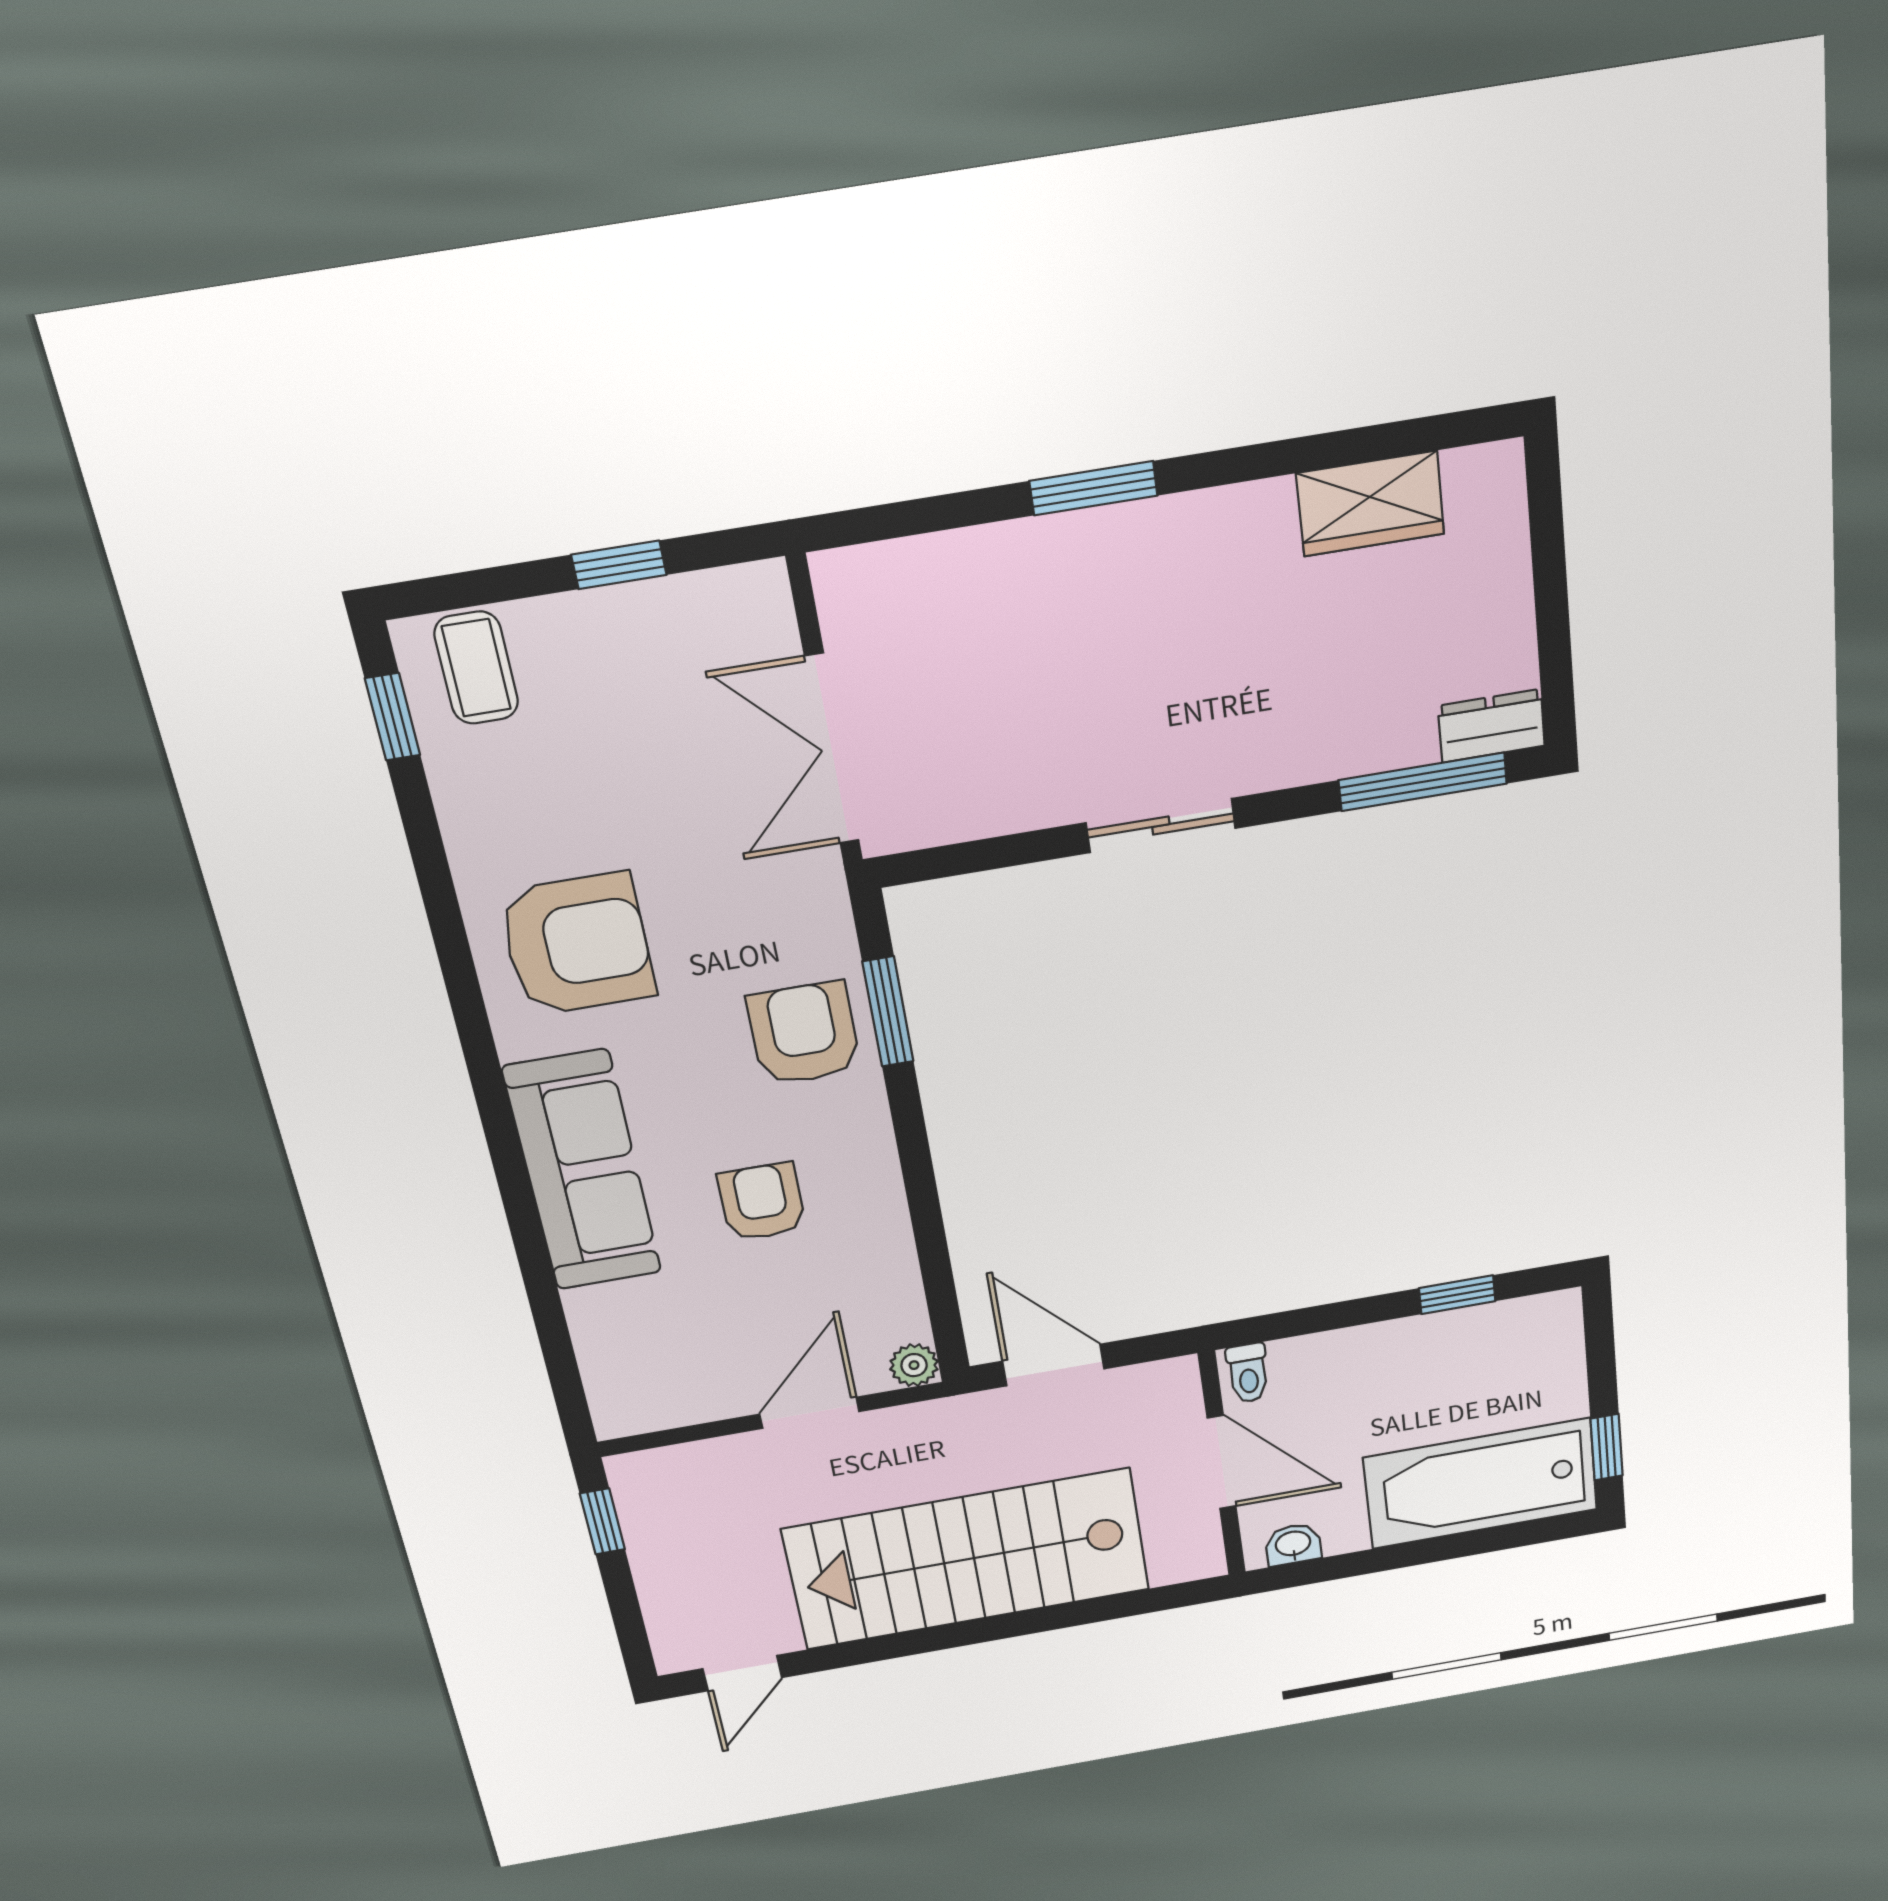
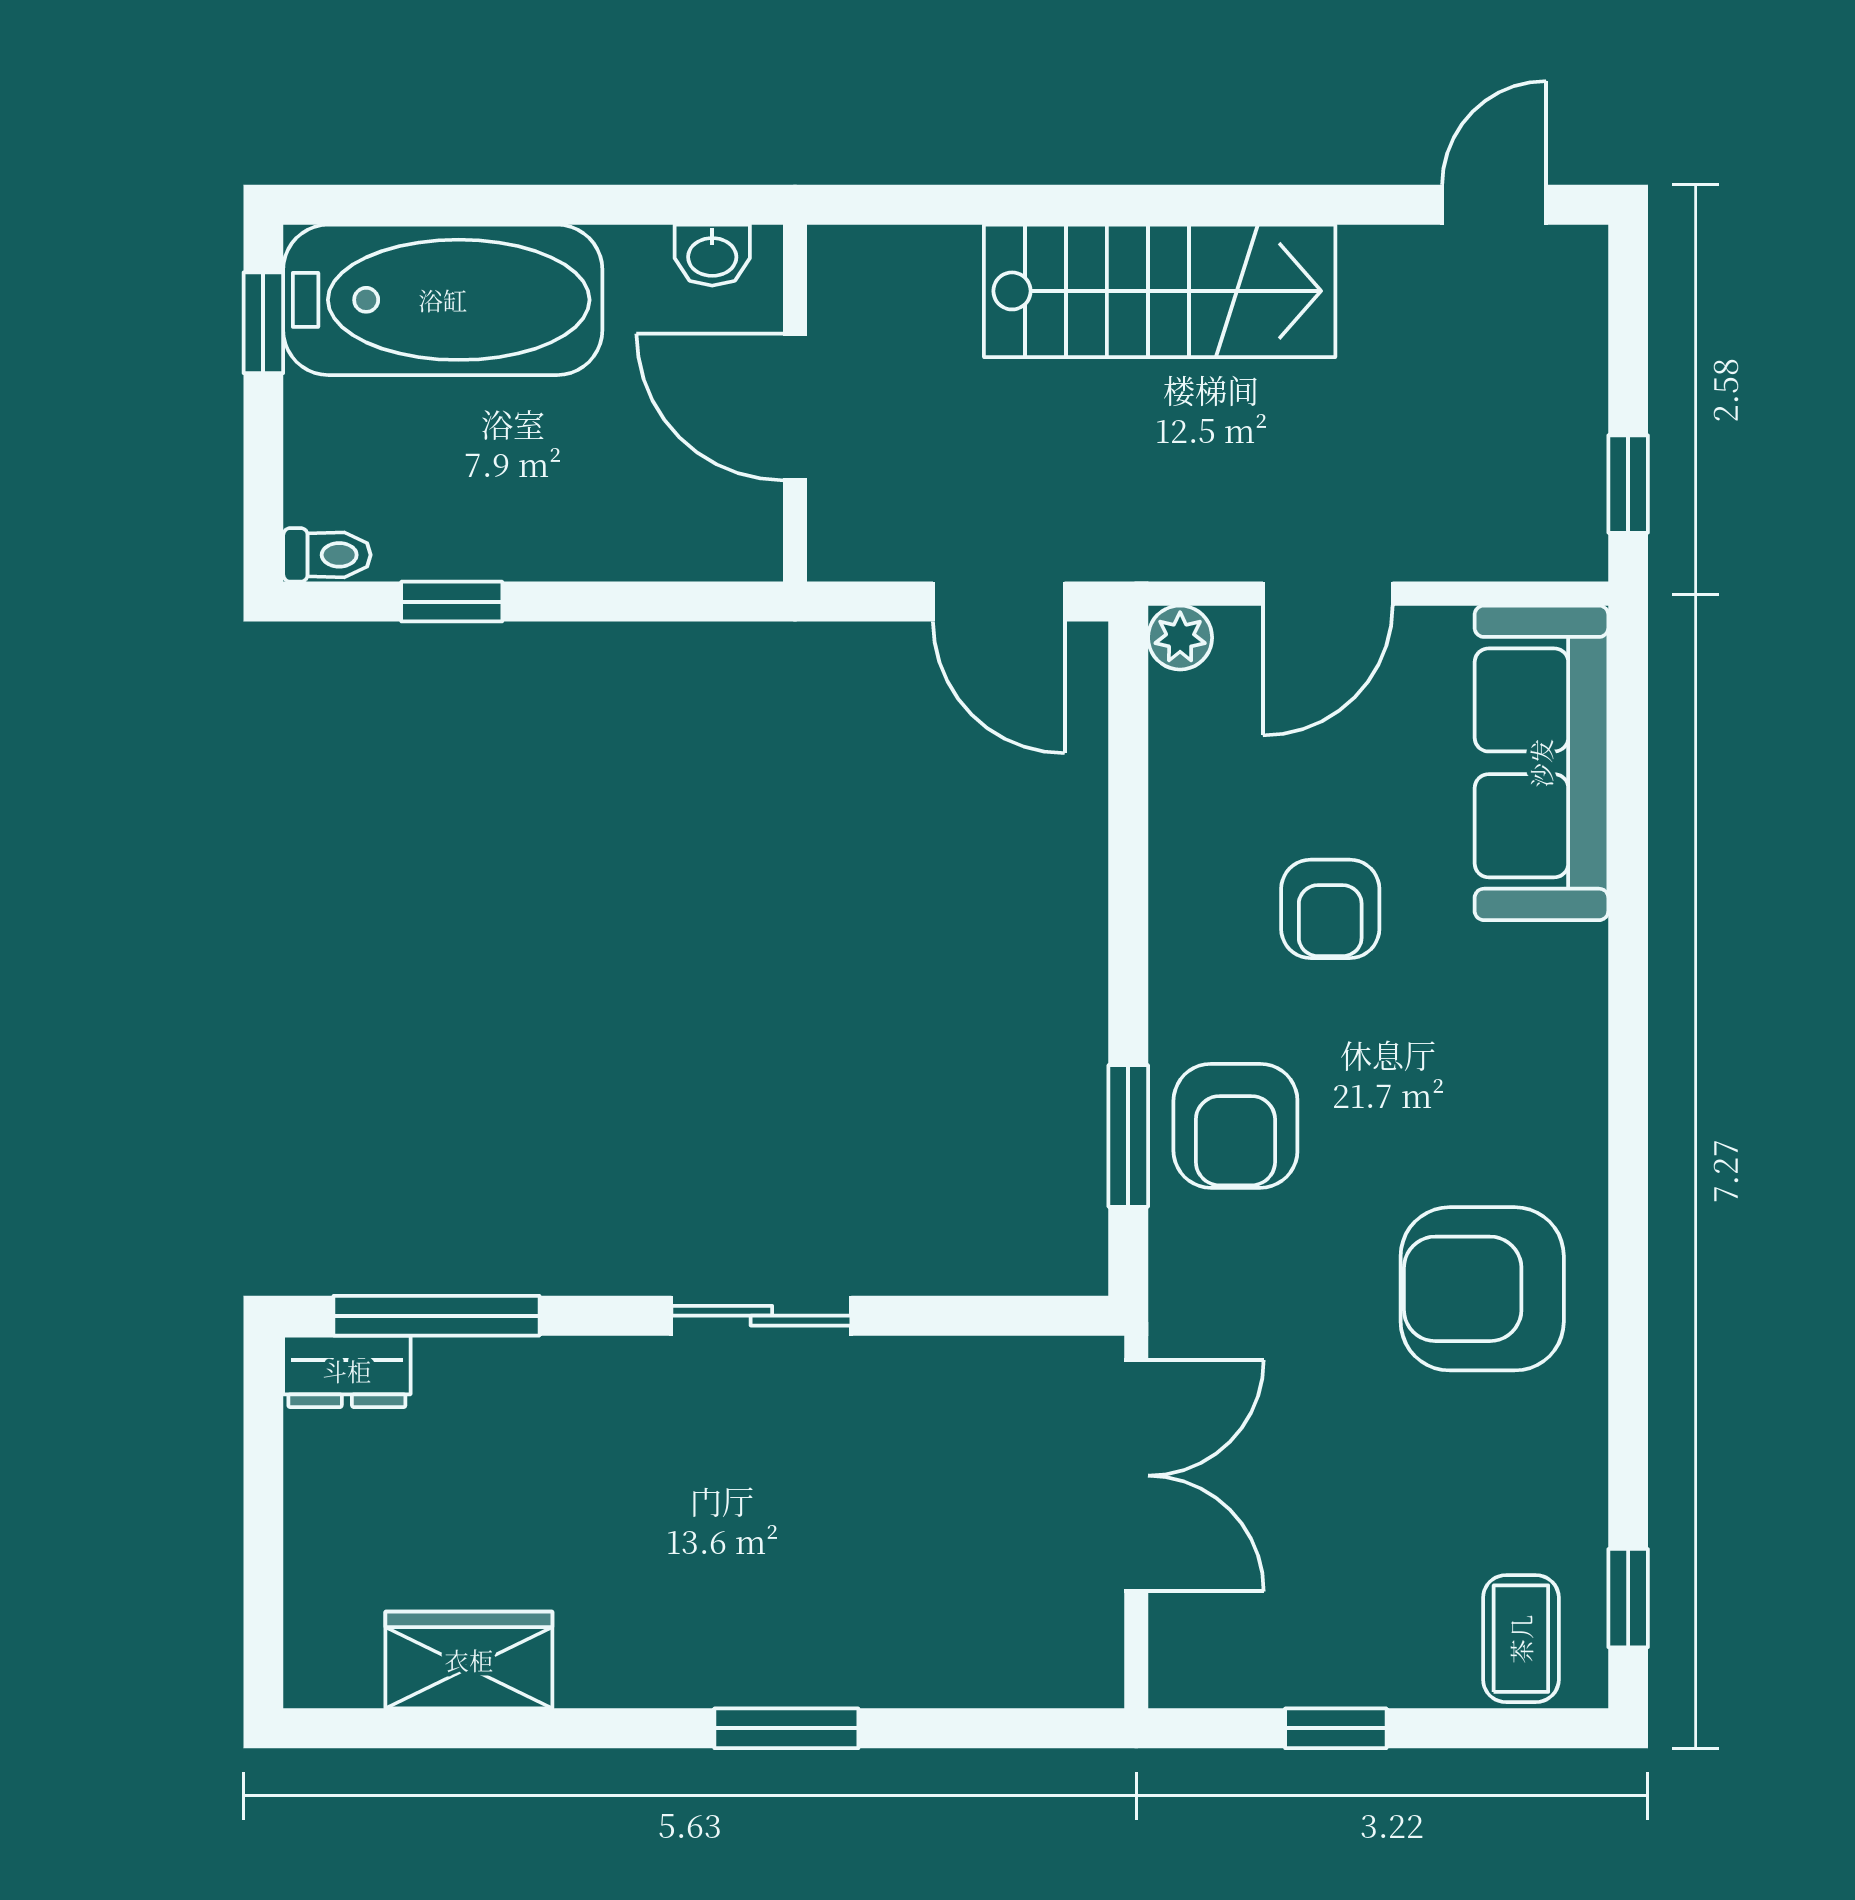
sofa: (583, 1171) -> (1541, 763), moved
toilet: (1248, 1373) -> (327, 555), moved, turned 90
stairs: (967, 1559) -> (1160, 291), width x0.73, depth x0.66

